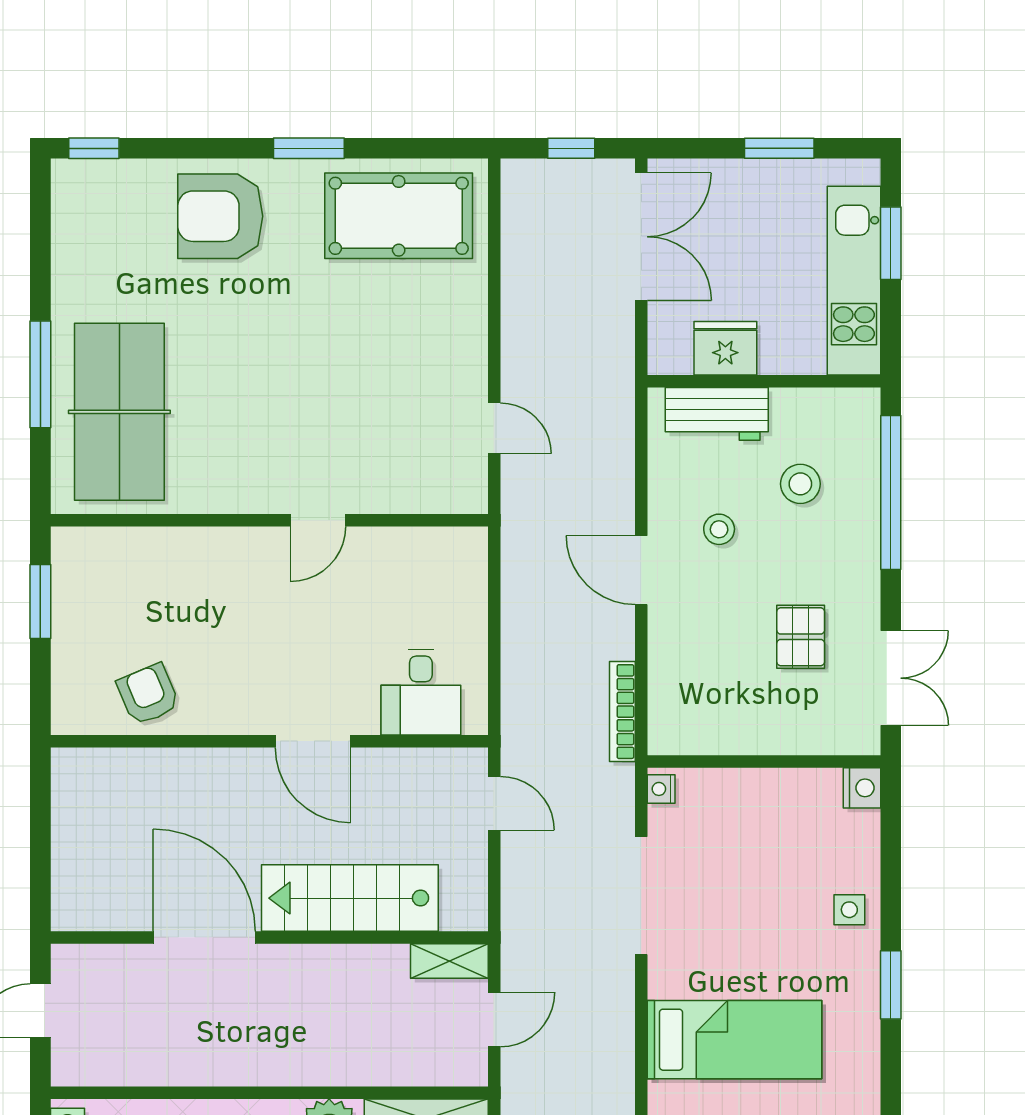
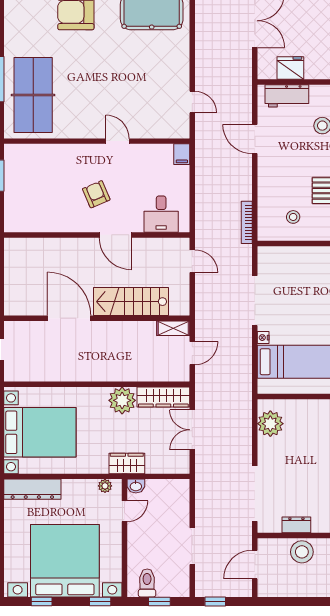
door: (318, 520) -> (117, 141), swing flipped
stool: (719, 529) -> (293, 217), moved
filing cabinet: (470, 551) -> (182, 154), added
door: (641, 570) -> (255, 139), moved
armchair: (148, 694) -> (96, 194), moved
nightstand: (661, 789) -> (263, 338), moved

